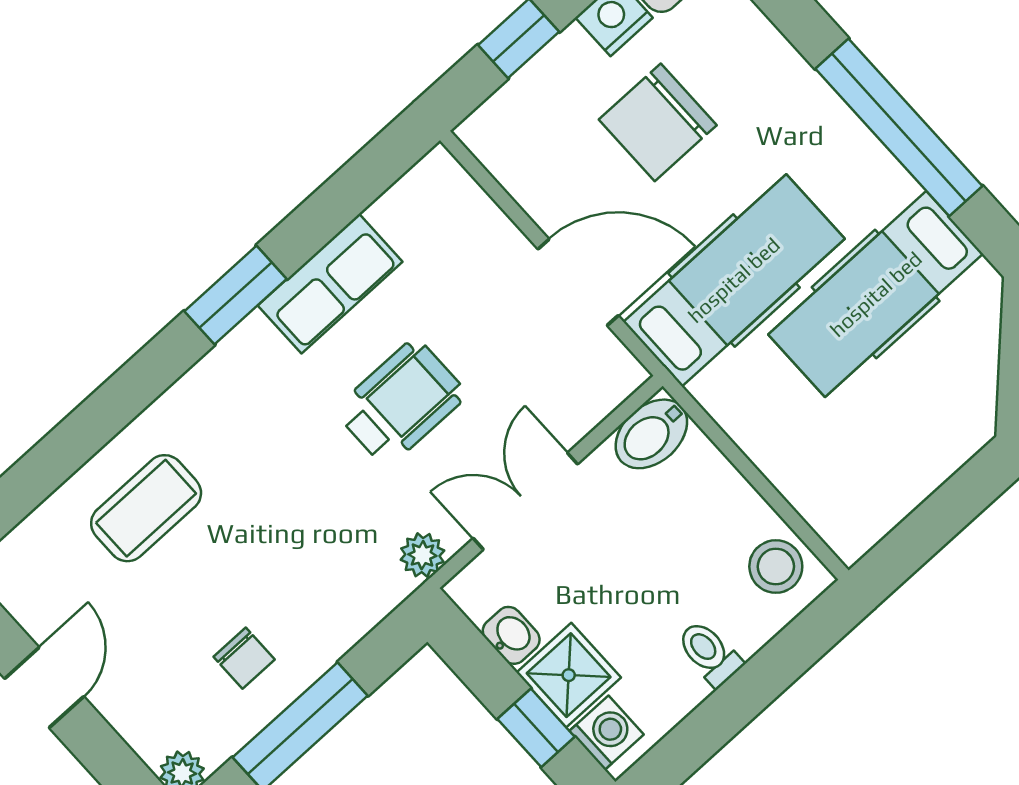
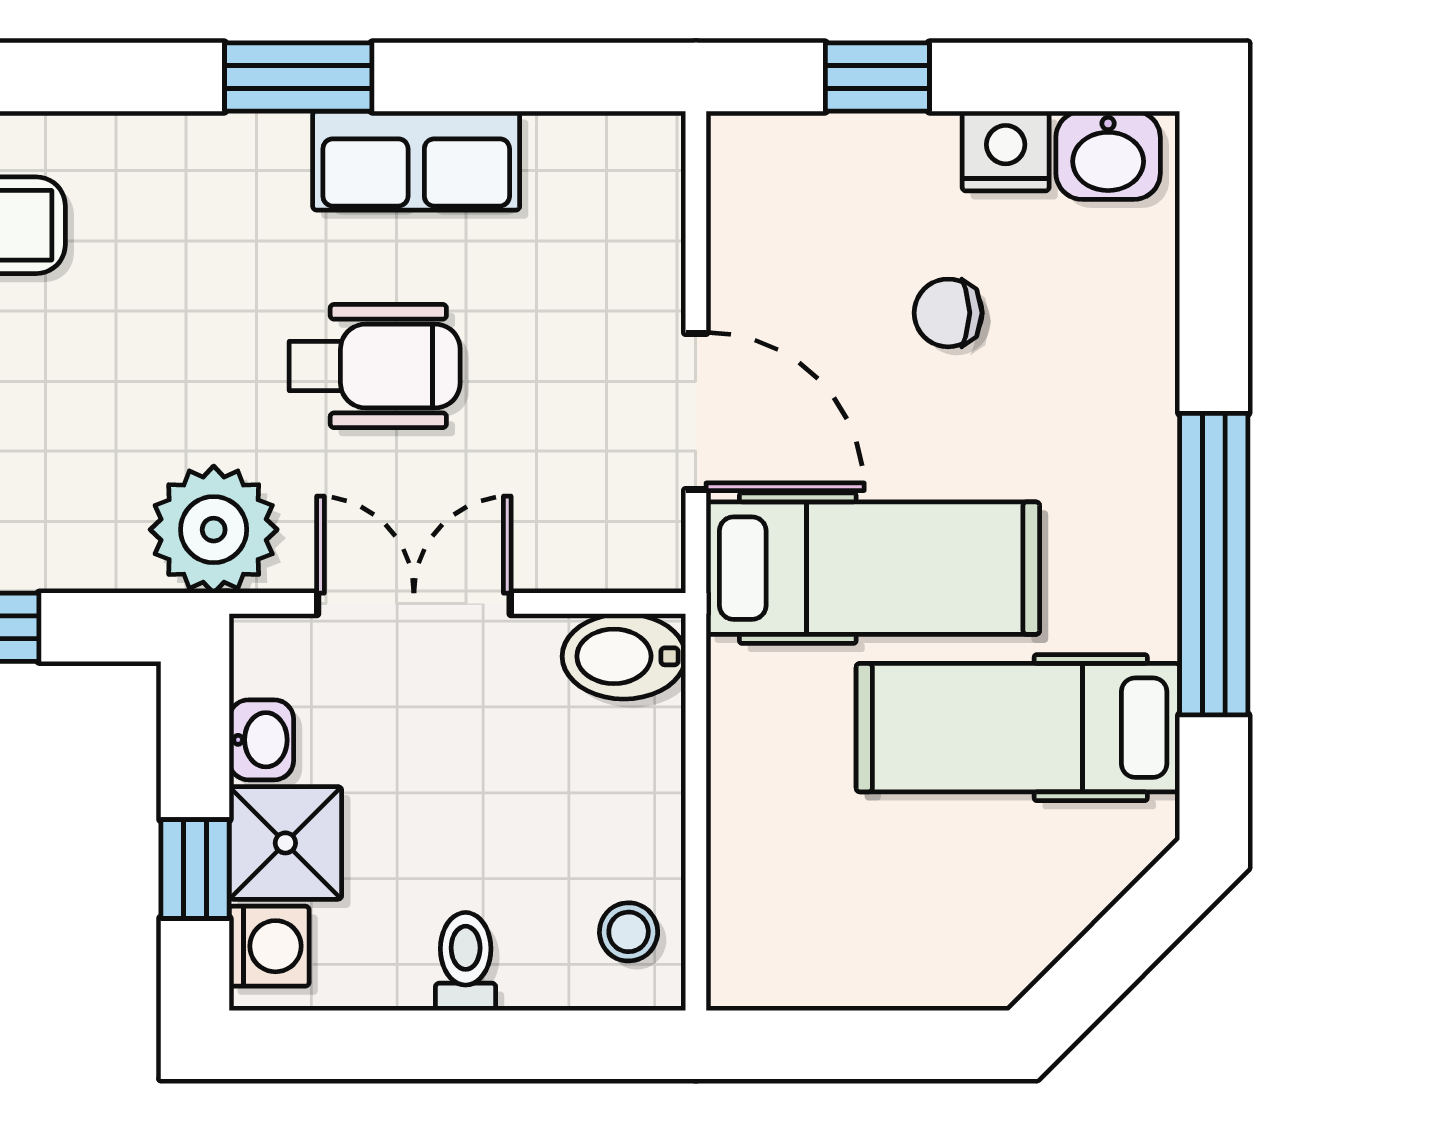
chair: (658, 122) -> (948, 313), width x0.54, depth x0.54
plant: (422, 555) -> (214, 530), width x1.88, depth x1.88
stool: (776, 566) -> (629, 932), width x0.73, depth x0.73

